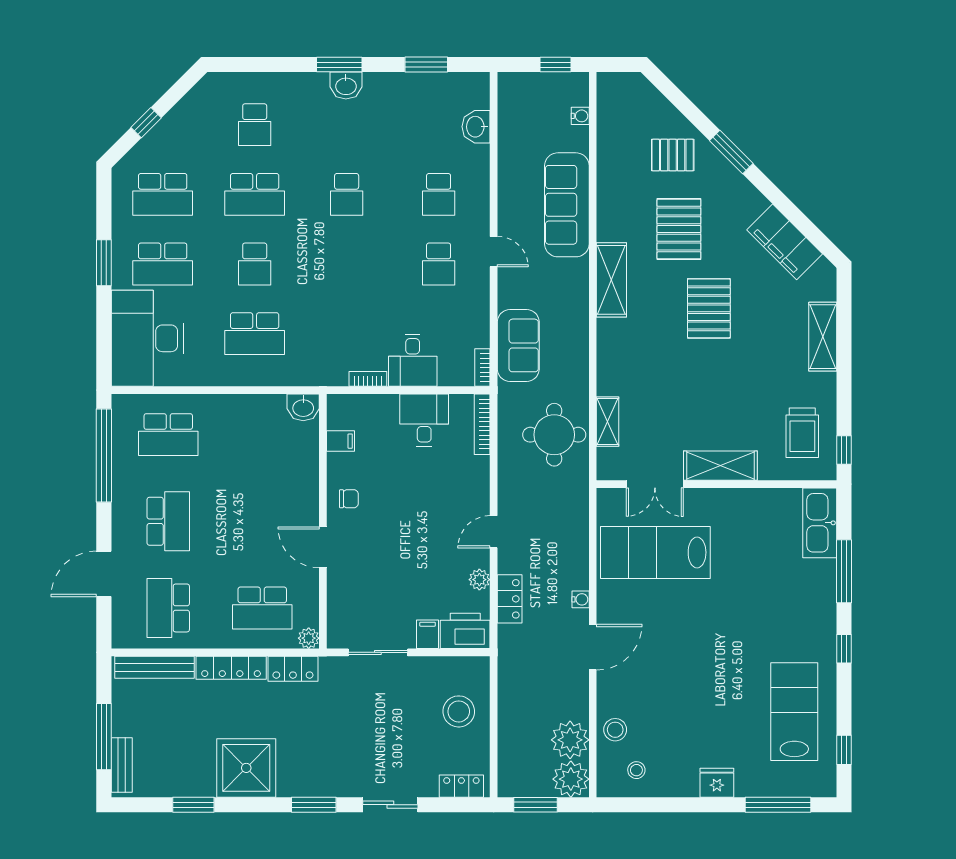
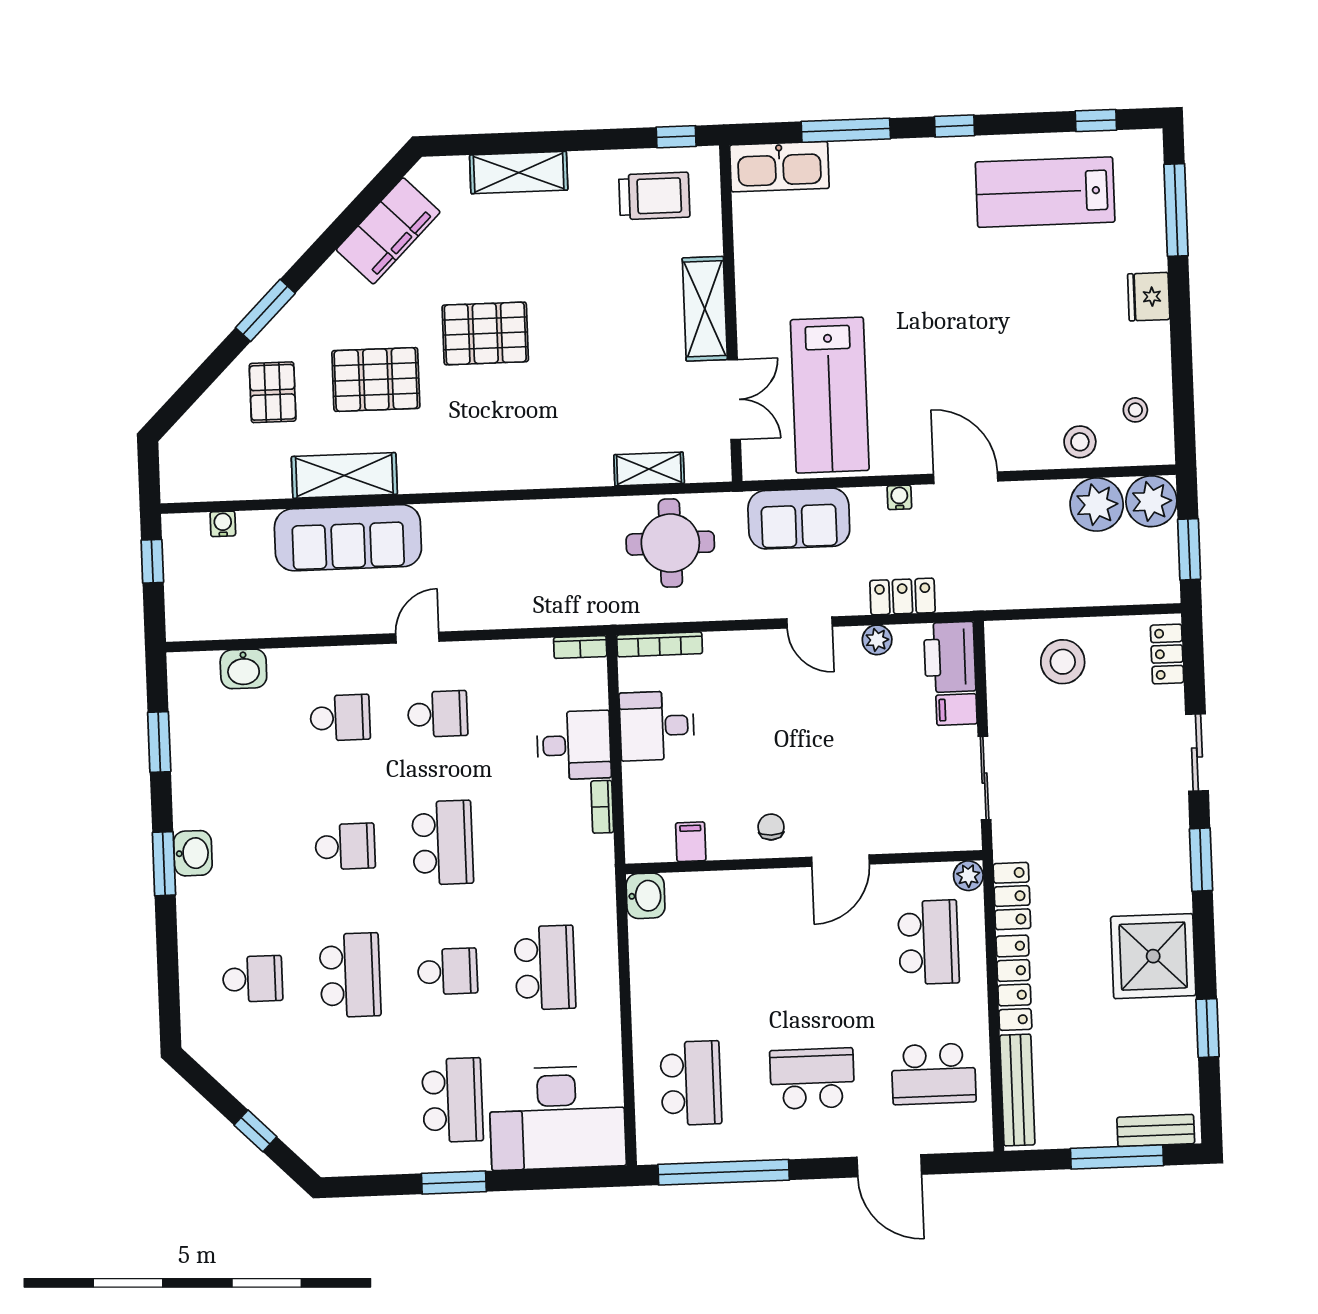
school desk: (163, 194) -> (443, 843), moved
shelving: (611, 280) -> (344, 475), moved
sofa: (518, 345) -> (799, 519), moved, turned 180

